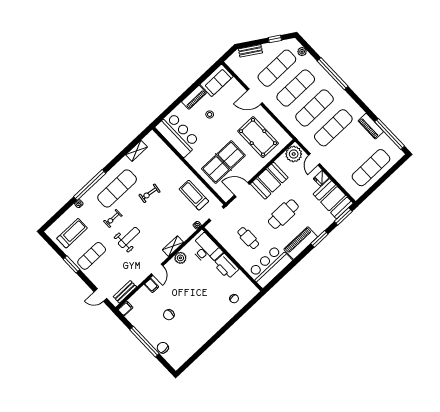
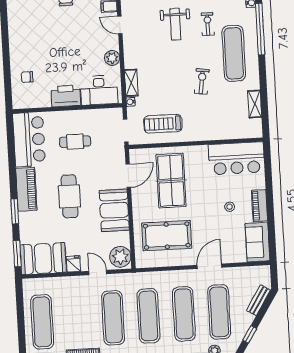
treadmill: (194, 195) -> (163, 124), turned 180
shelving: (173, 246) -> (131, 83), moved

